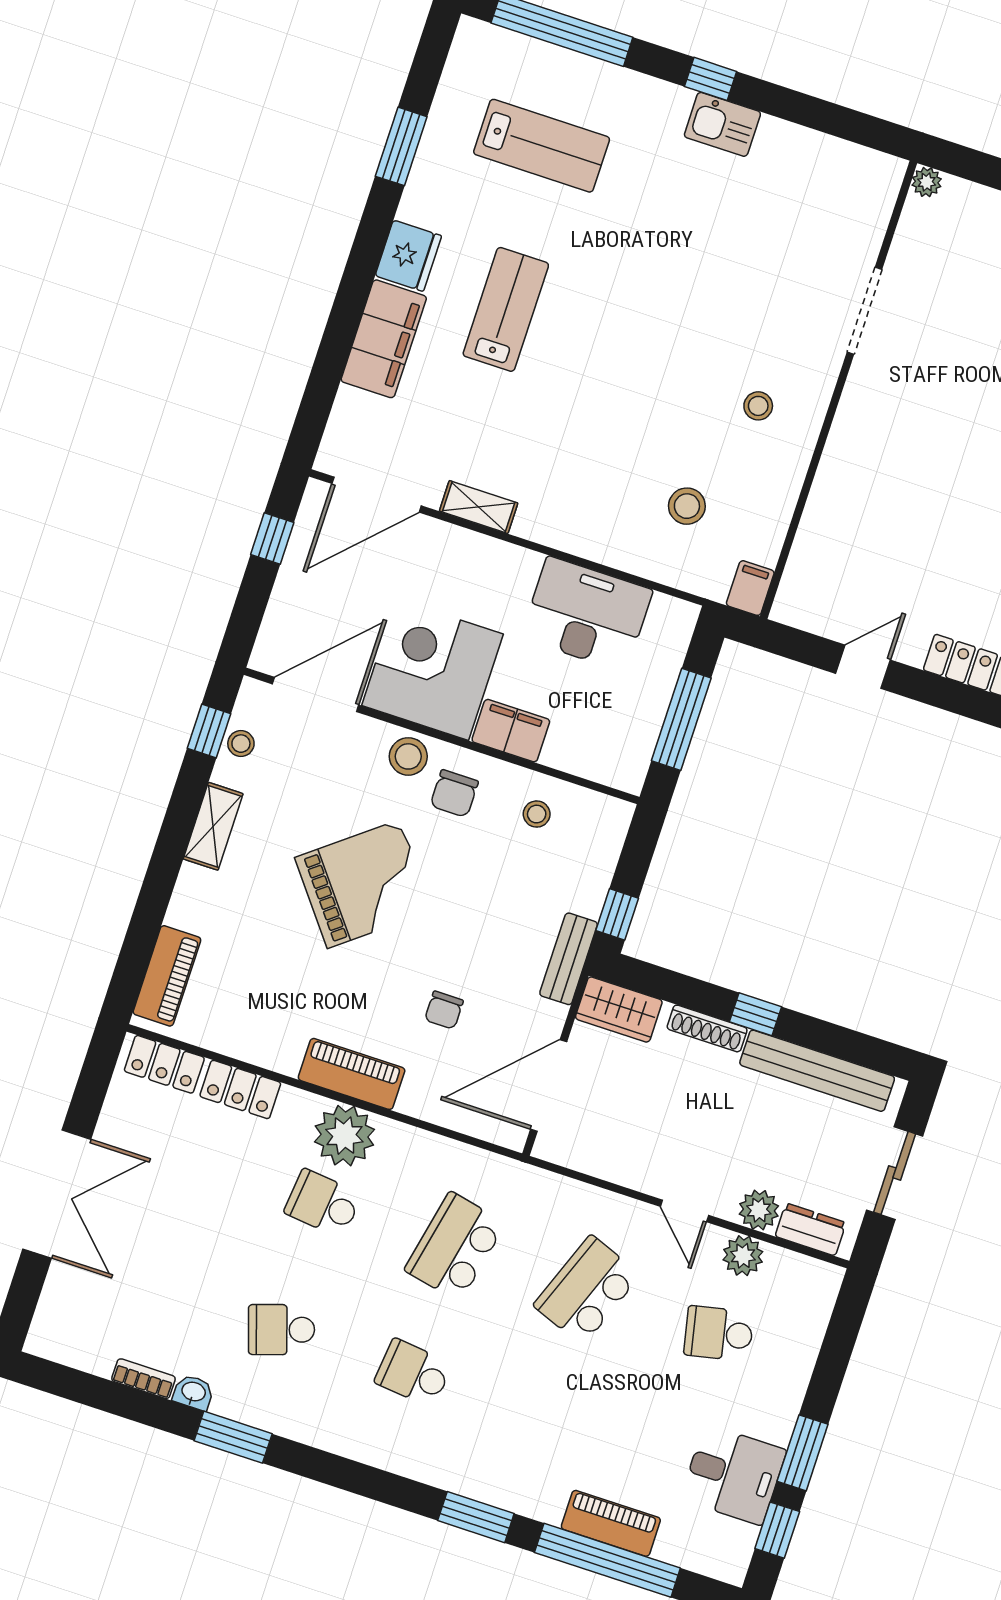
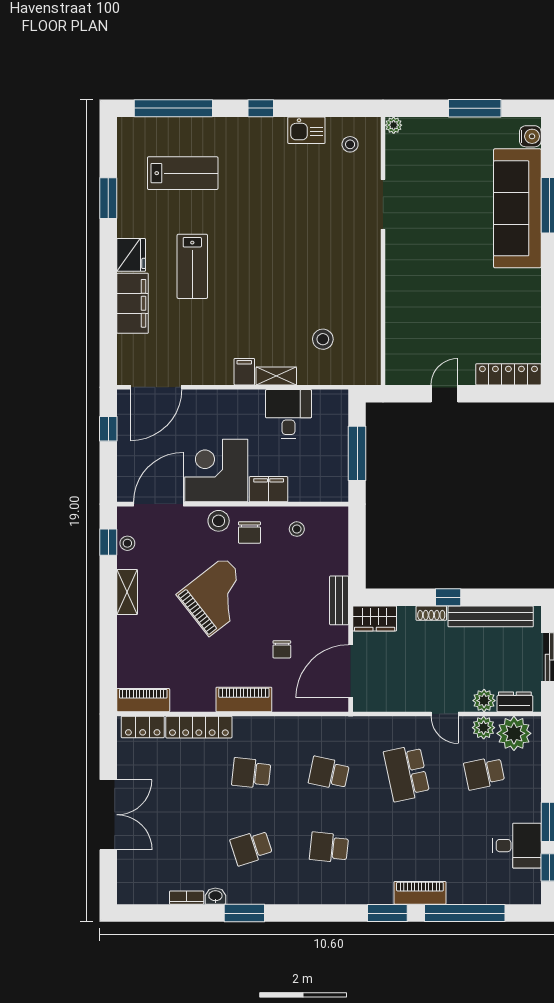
kitchen sink: (722, 124) -> (306, 130), moved
lab bench: (506, 309) -> (192, 266), turned 180
stool: (758, 406) -> (350, 144), moved
shelving: (479, 507) -> (276, 376), moved
filing cabinet: (750, 588) -> (244, 372), moved
desk: (587, 614) -> (288, 414), width x0.73
window: (617, 914) -> (357, 568), removed
piano: (167, 976) -> (143, 700), moved, turned -90
shoe rack: (707, 1028) -> (431, 613), width x0.70
locker: (240, 1089) -> (199, 727), width x1.53
plant: (344, 1136) -> (514, 733), moved
school desk: (455, 1247) -> (329, 773), width x0.54
school desk: (587, 1290) -> (407, 773), turned -33
piano: (611, 1523) -> (420, 893), moved

